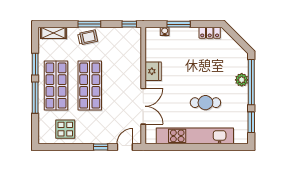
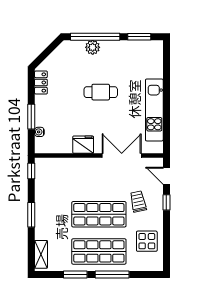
trolley: (88, 37) -> (138, 202), moved
cafe table: (205, 103) -> (101, 92), moved, turned 90
kitchen unit: (195, 136) -> (154, 110), width x0.73

